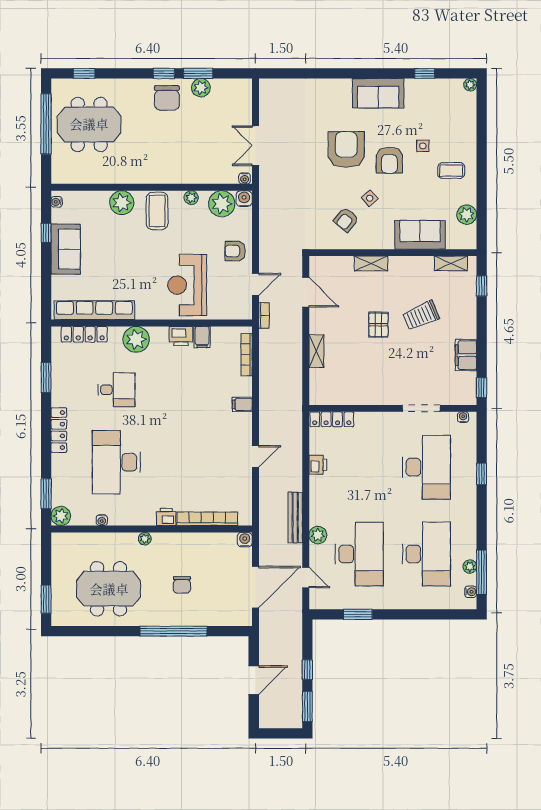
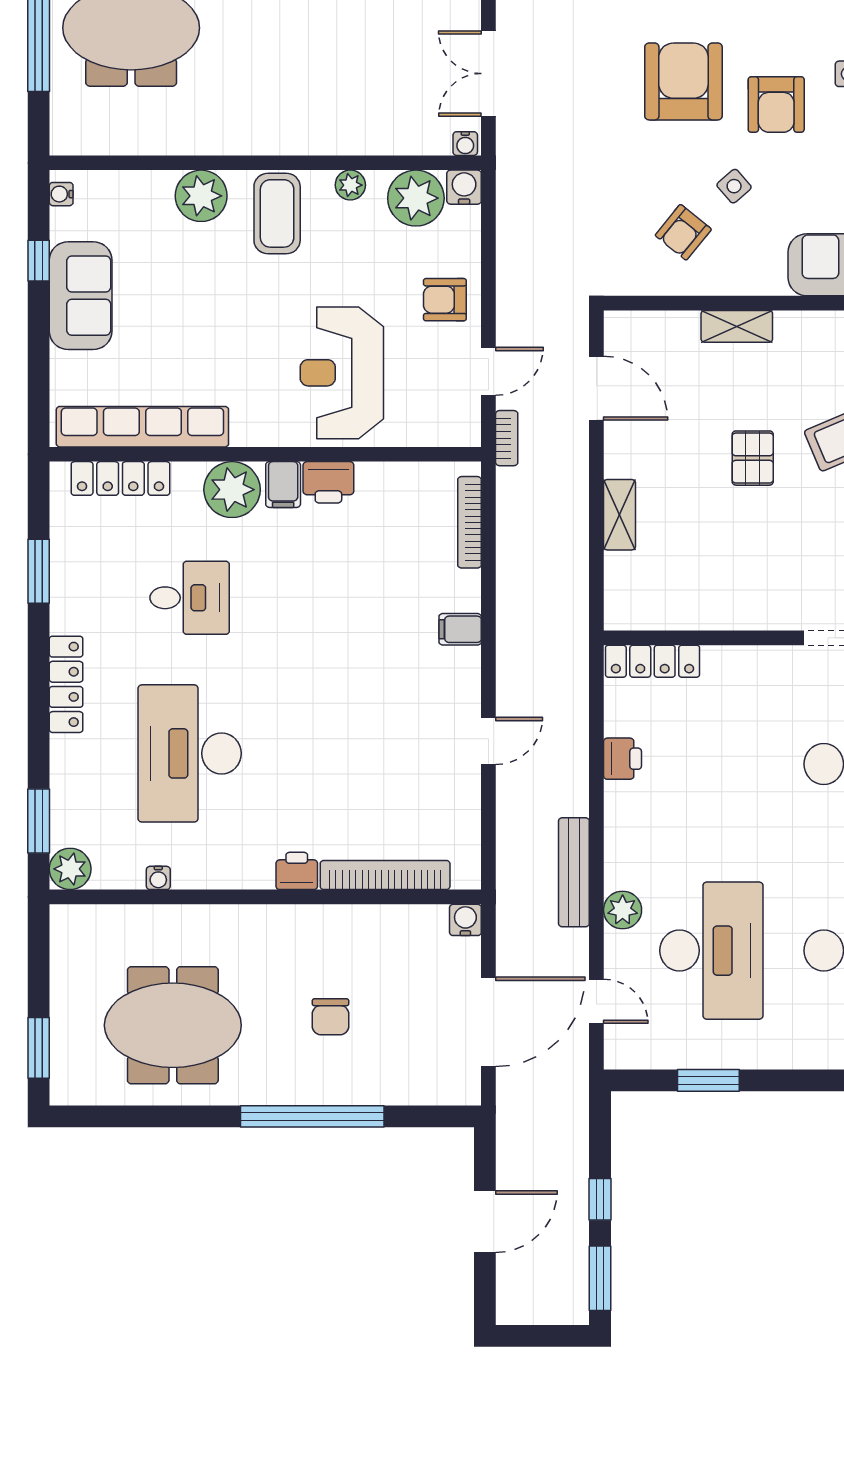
filing cabinet: (202, 337) -> (283, 485), moved
plant: (145, 539) -> (251, 918), removed

